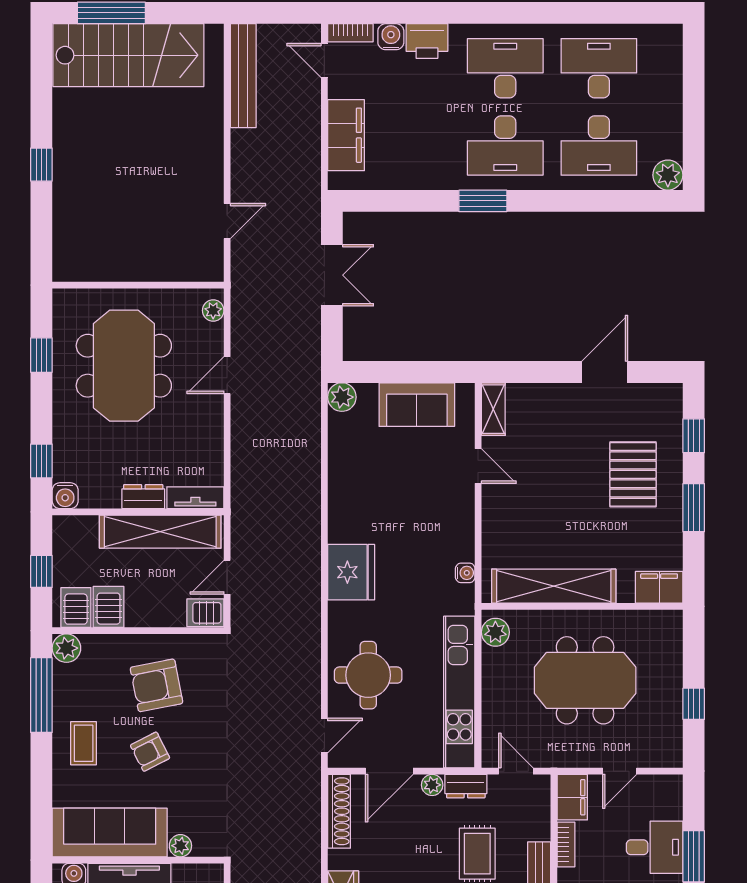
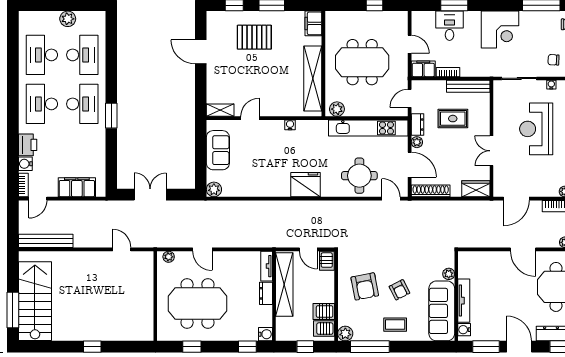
plant: (668, 175) -> (68, 19), moved
water cooler: (465, 573) -> (290, 125), moved
meeting table: (585, 680) -> (362, 62), turned 90

